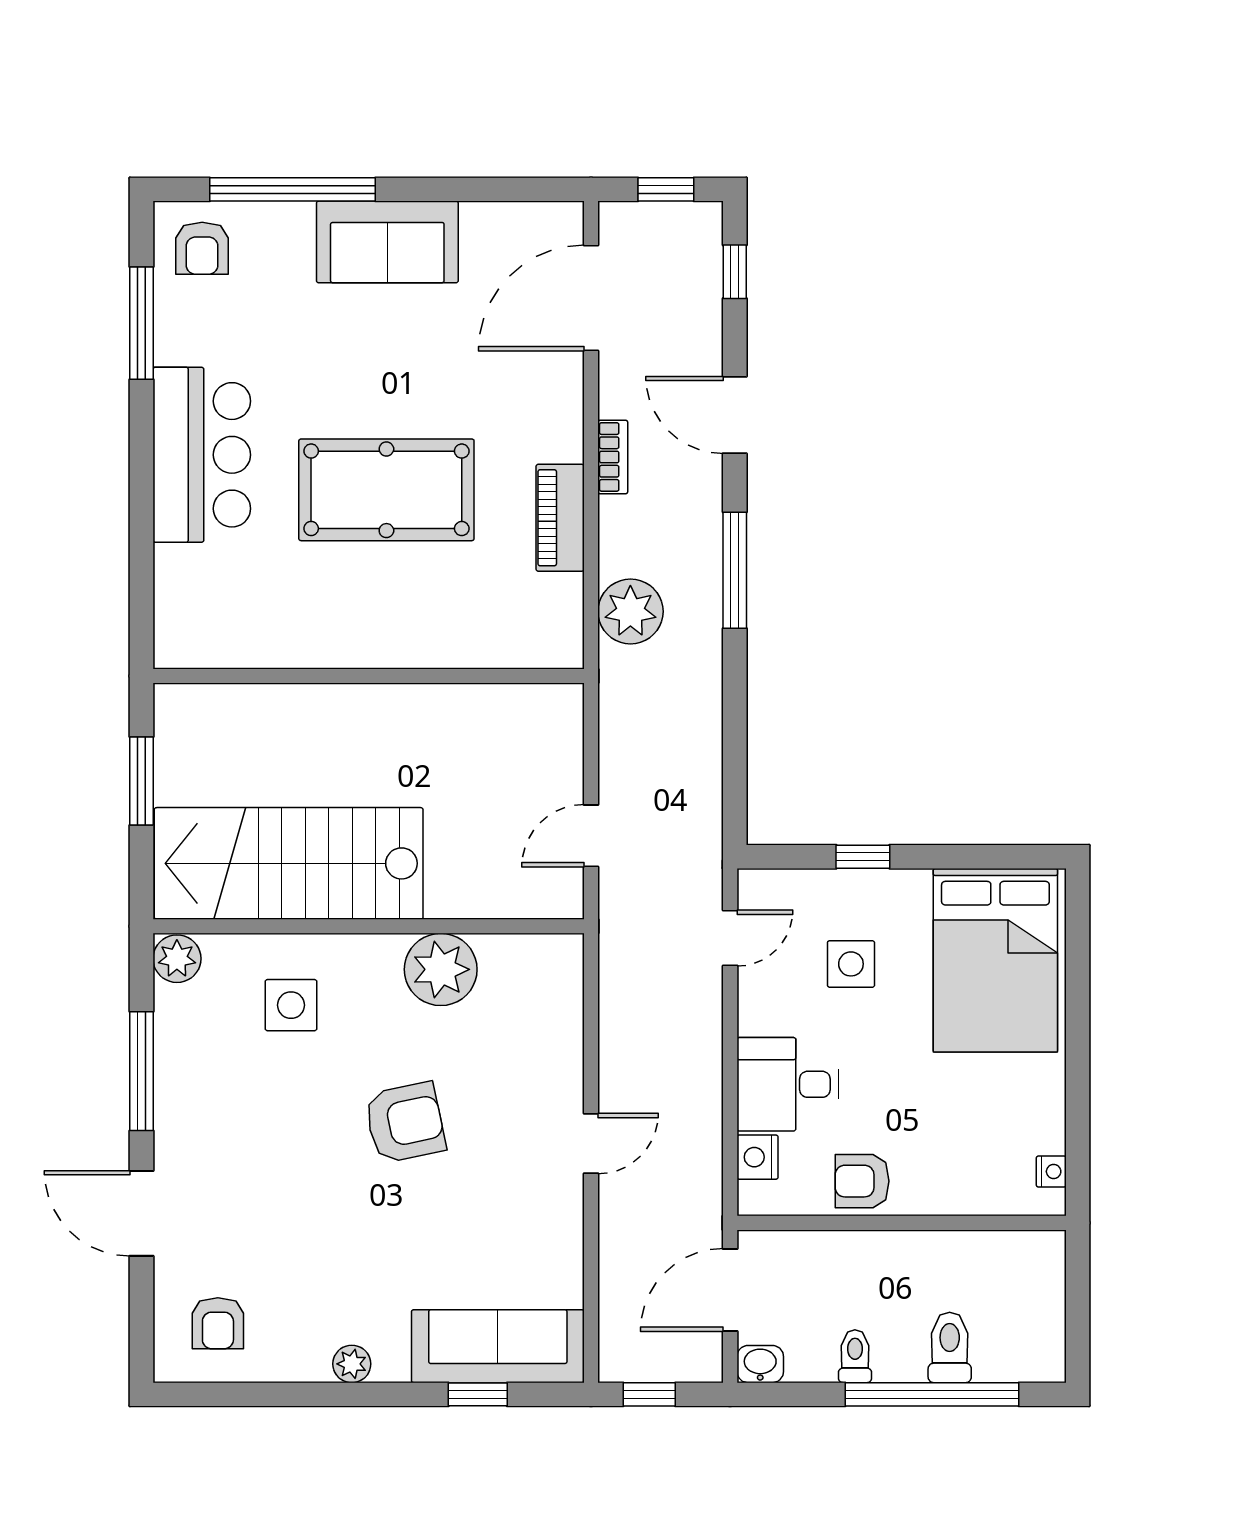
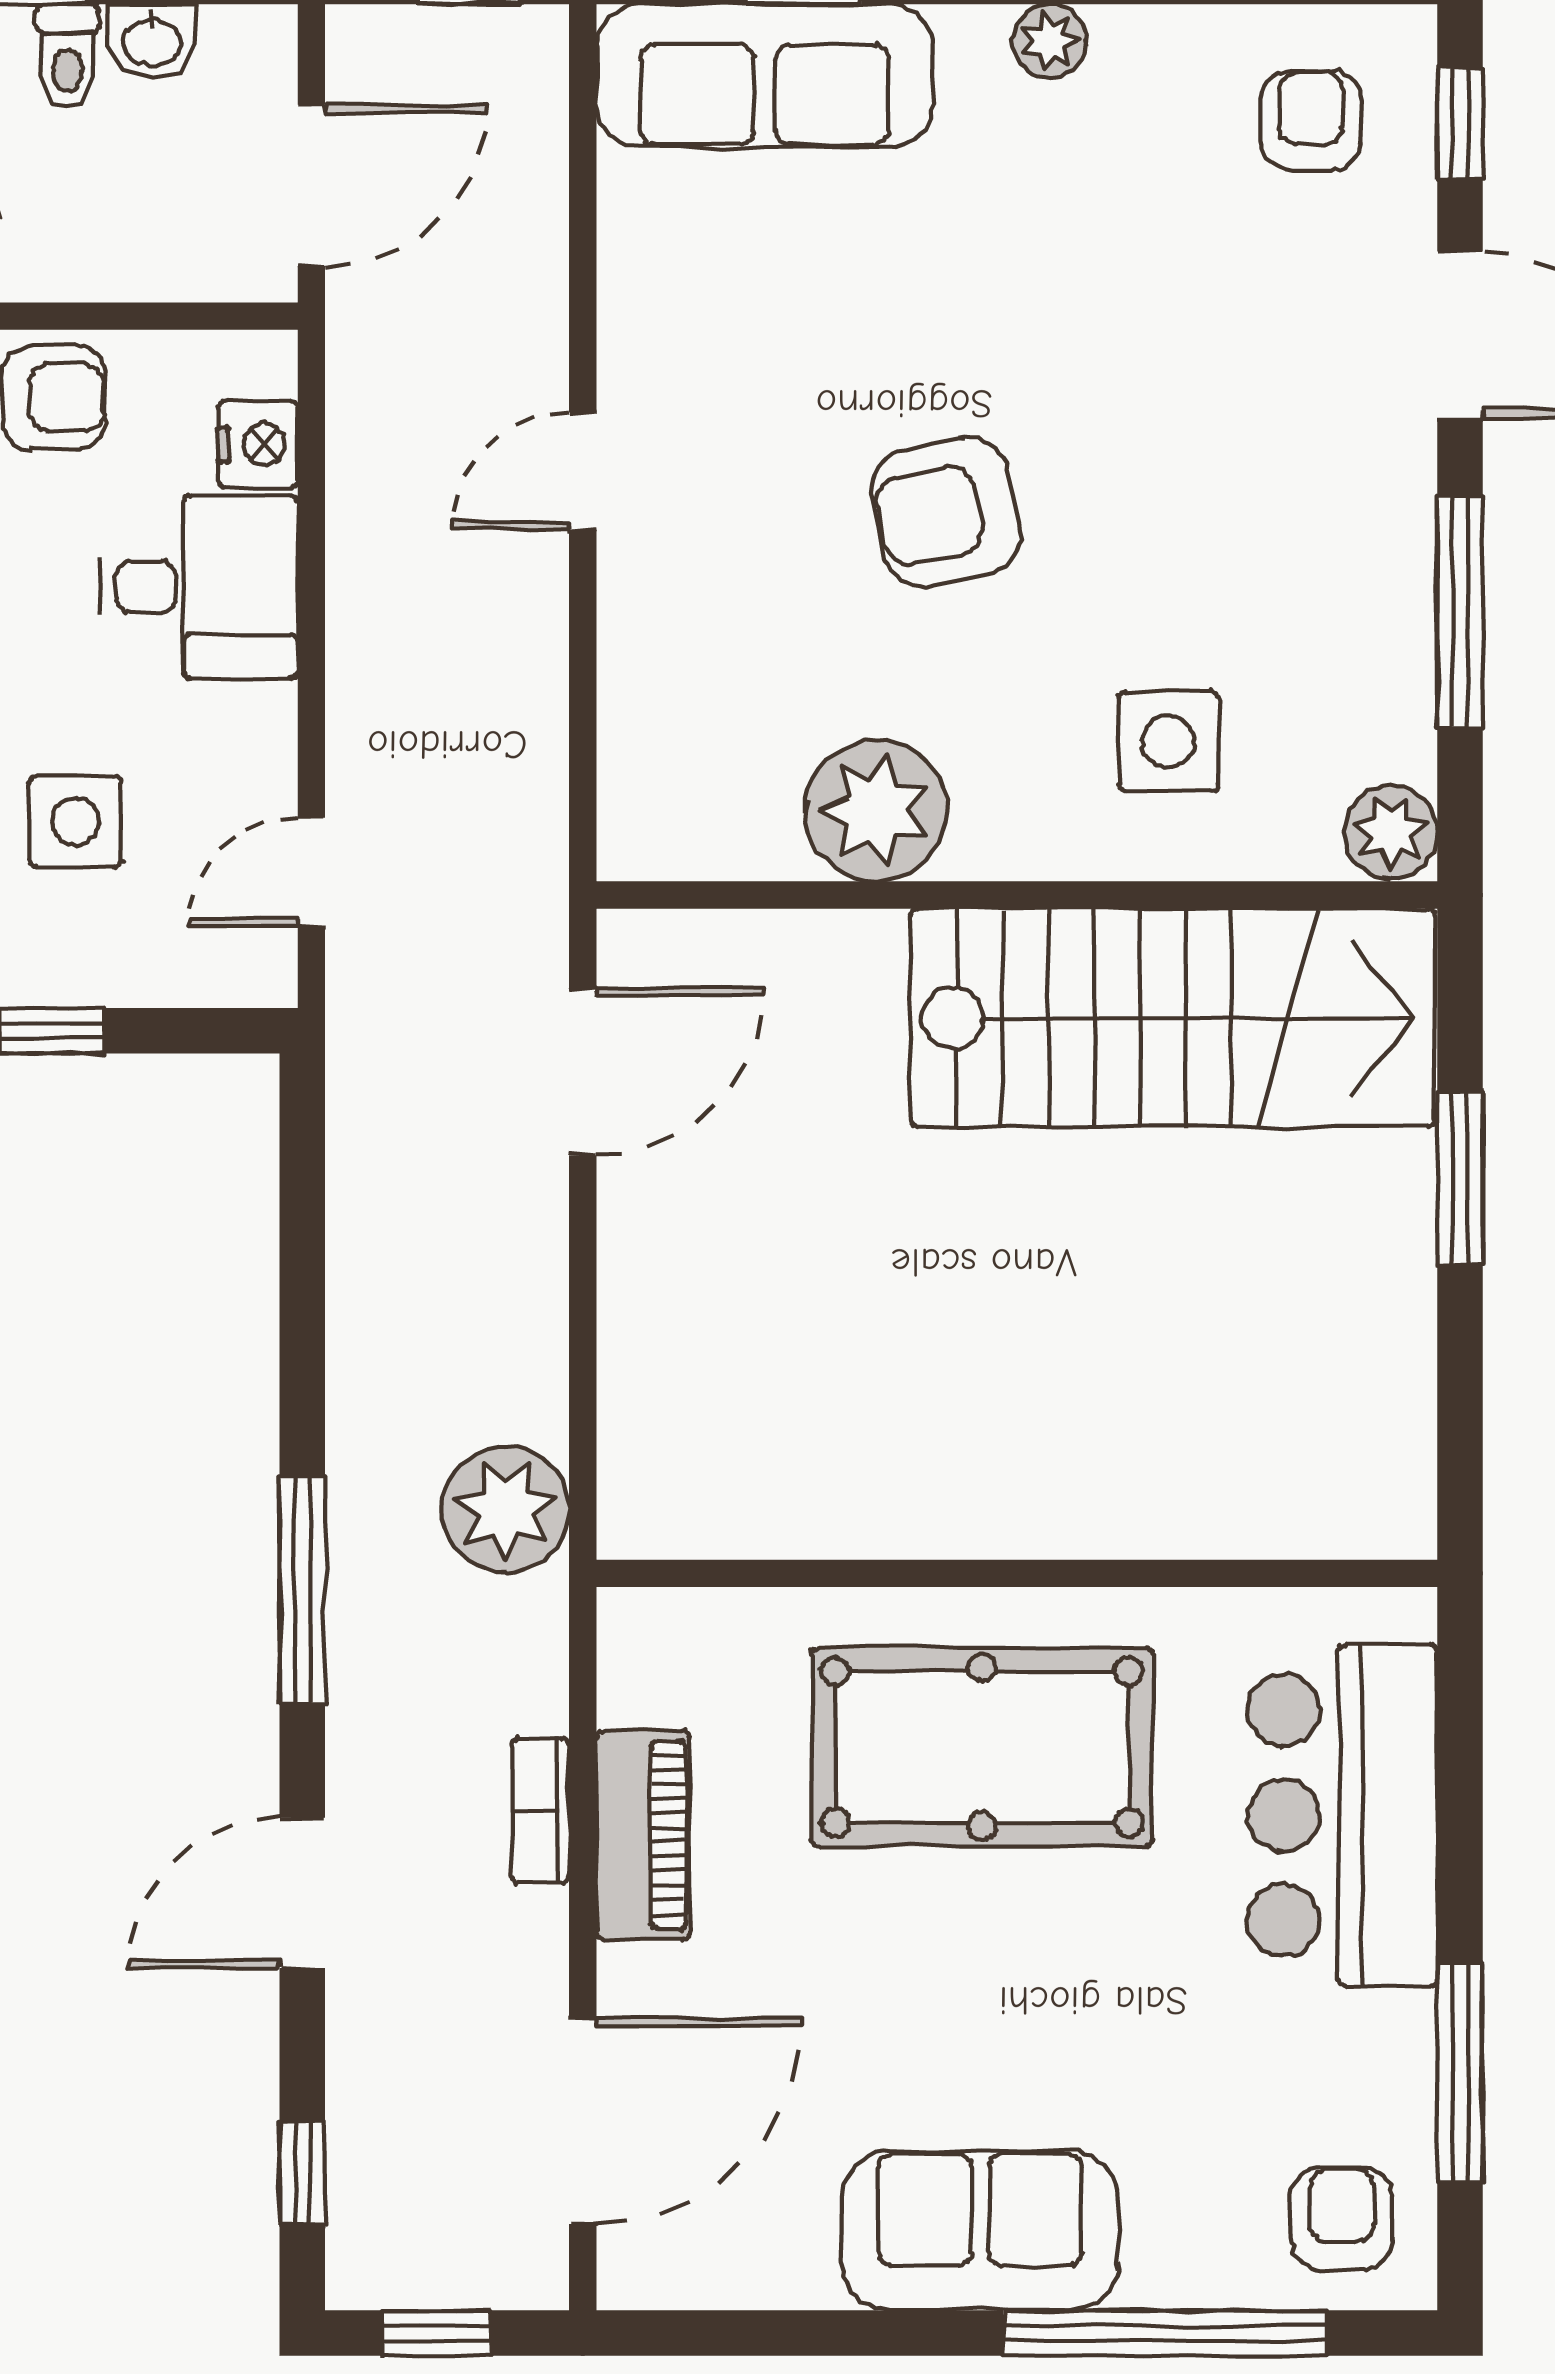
door: (735, 415) -> (302, 1893), swing flipped
piano: (560, 518) -> (643, 1835), moved
wall: (369, 676) -> (1017, 1573), moved
door: (591, 836) -> (583, 1072), width x1.38
window: (141, 1322) -> (1460, 123), added
washbasin: (760, 1364) -> (152, 41), moved

